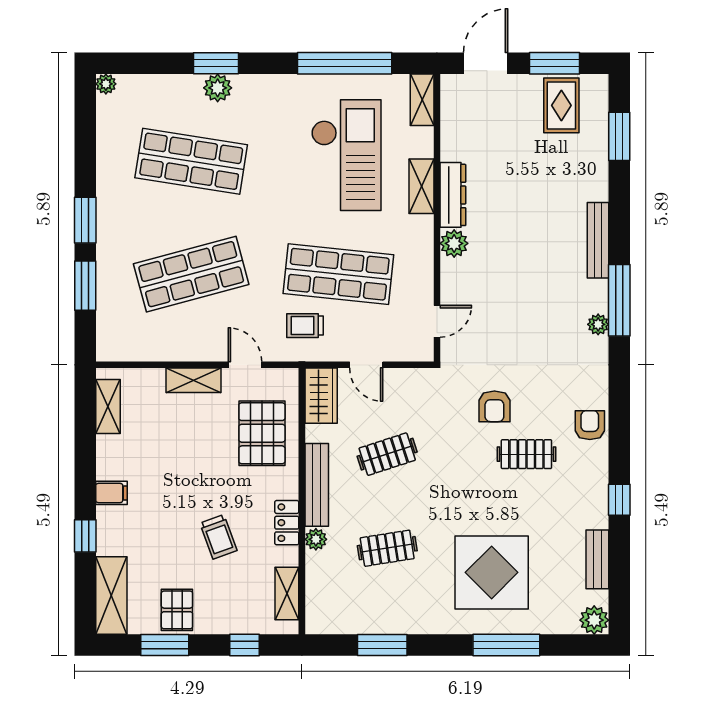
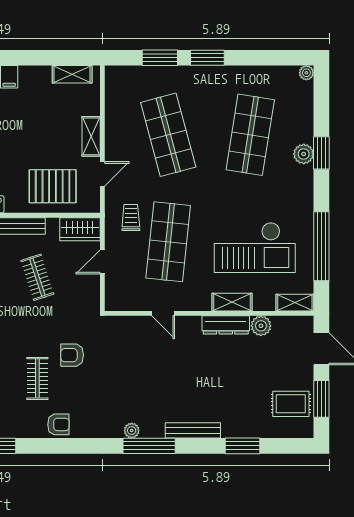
window: (619, 136) -> (242, 446), moved
plant: (454, 243) -> (261, 326), moved
door: (437, 321) -> (163, 313), moved

